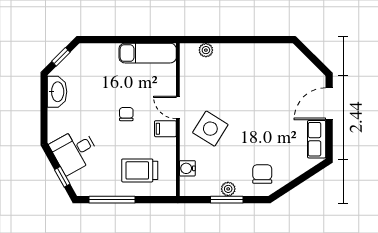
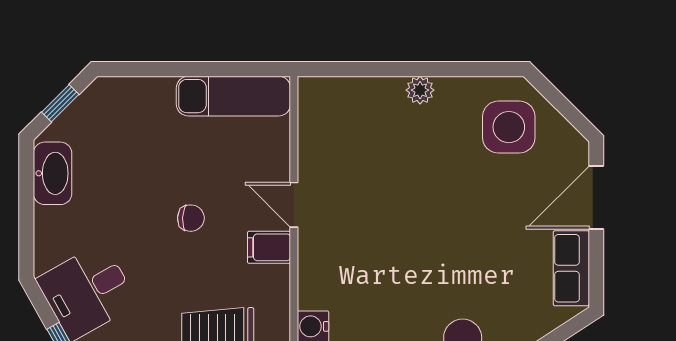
plant: (206, 50) -> (420, 90), moved
chair: (126, 114) -> (191, 218), turned 93
side table: (210, 129) -> (509, 127), moved, turned -32

